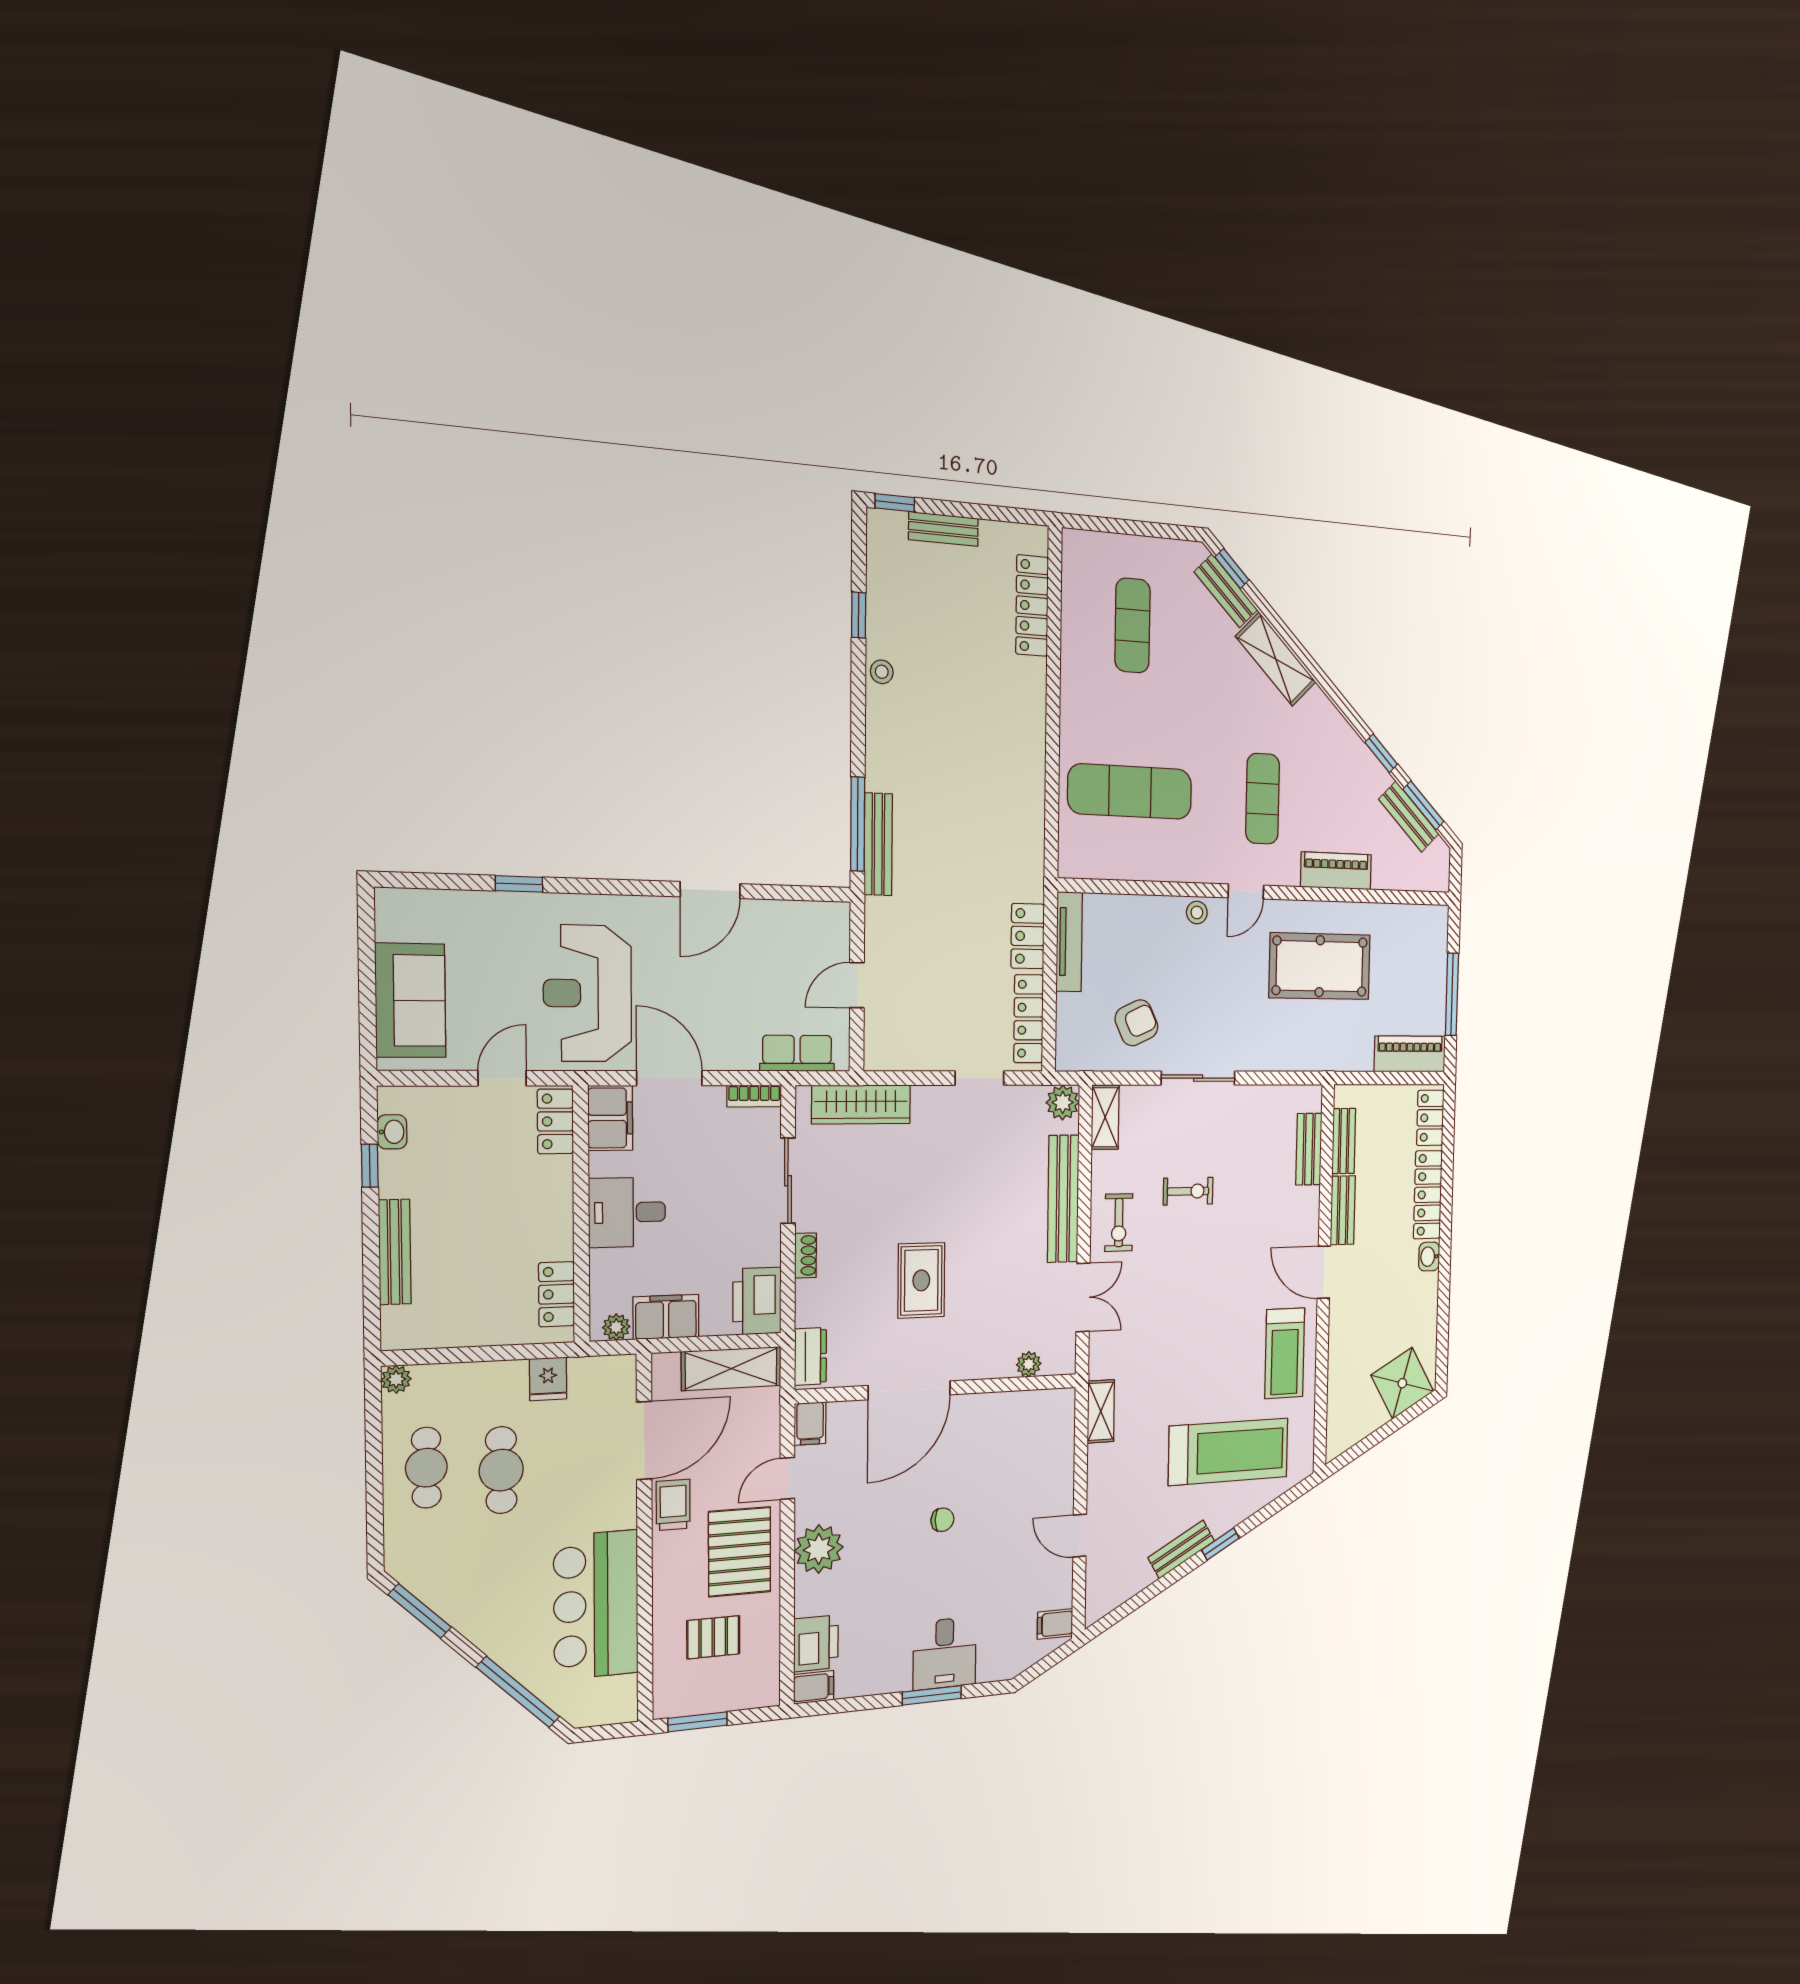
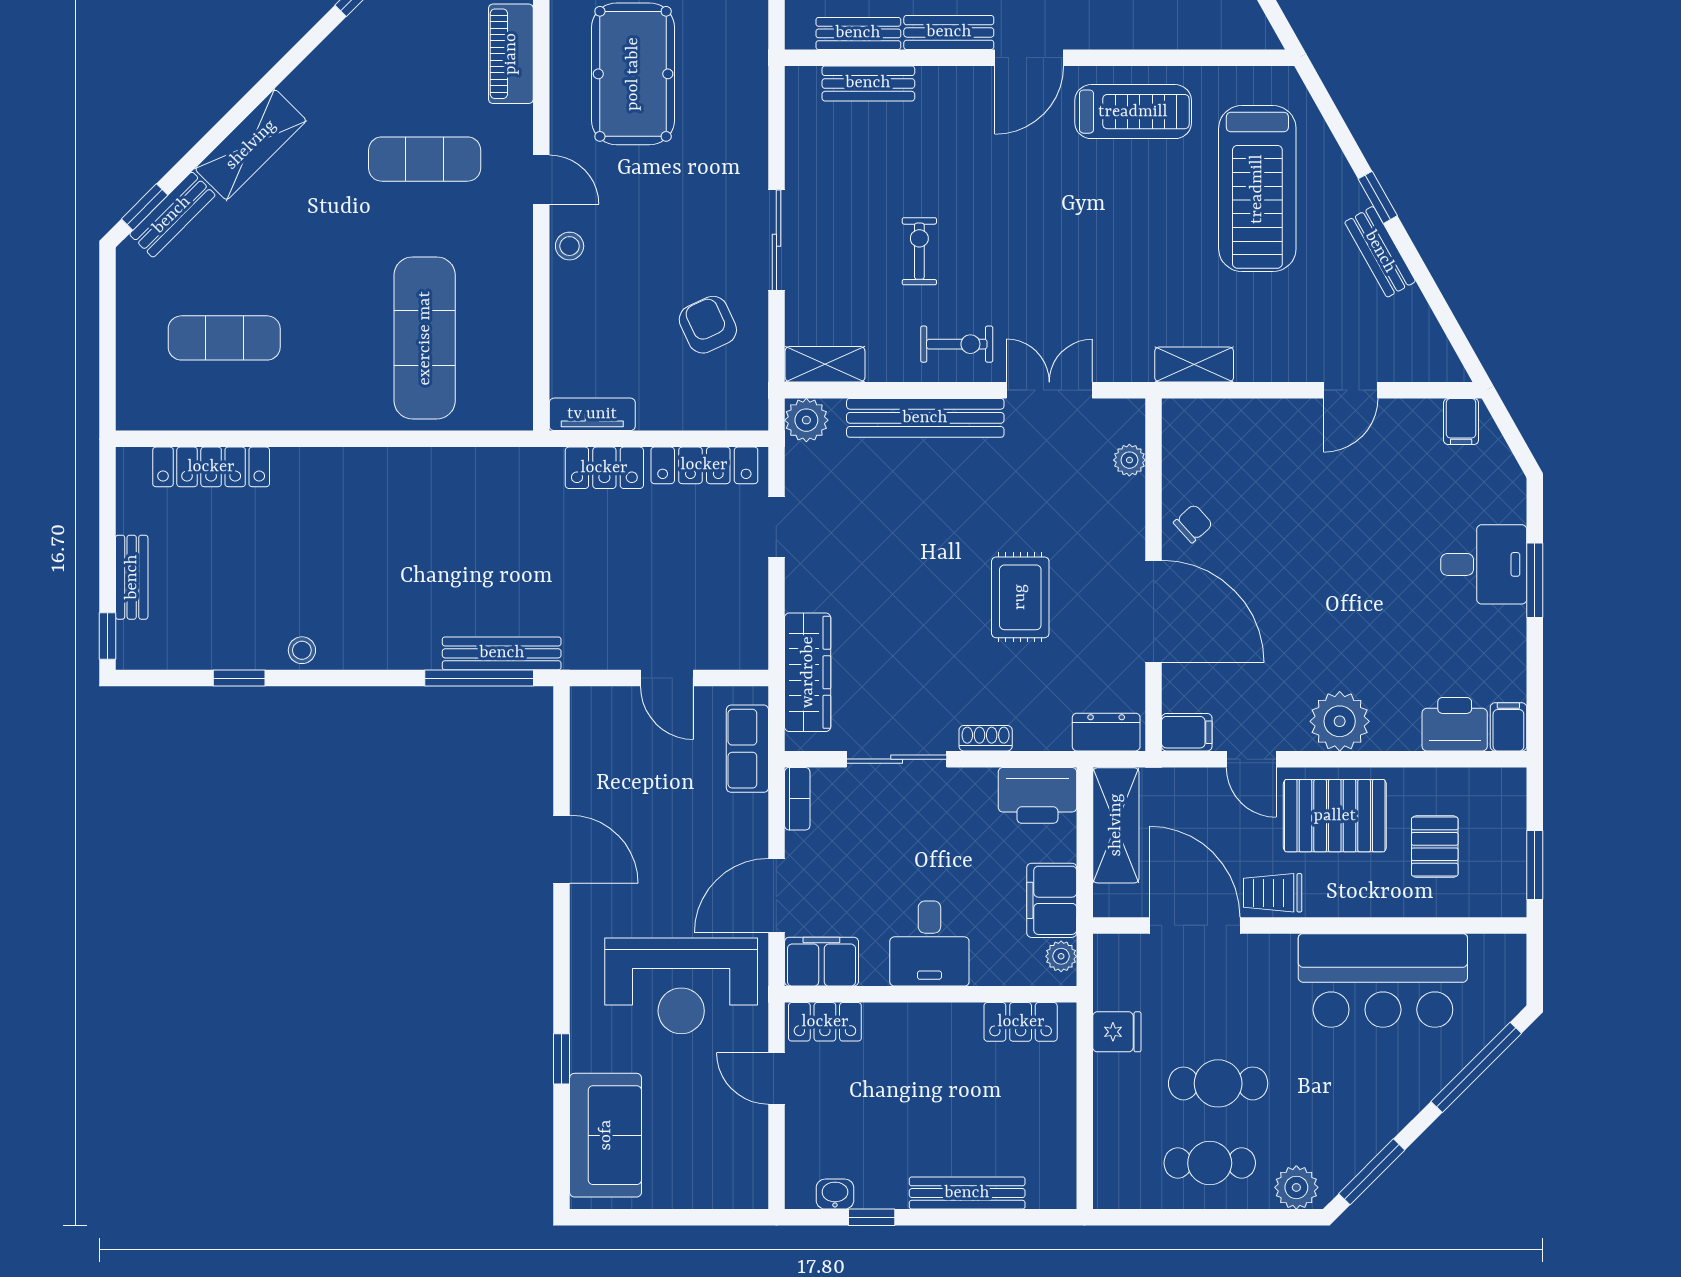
tv unit: (1069, 942) -> (592, 414), width x0.71
sofa: (410, 1000) -> (606, 1135), moved, turned 90
rug: (921, 1280) -> (1020, 597), turned 90
plant: (396, 1379) -> (1296, 1187), moved, width x1.38, depth x1.38
treadmill: (1228, 1452) -> (1257, 189), turned 180
chair: (942, 1520) -> (1193, 524), moved, turned 47

